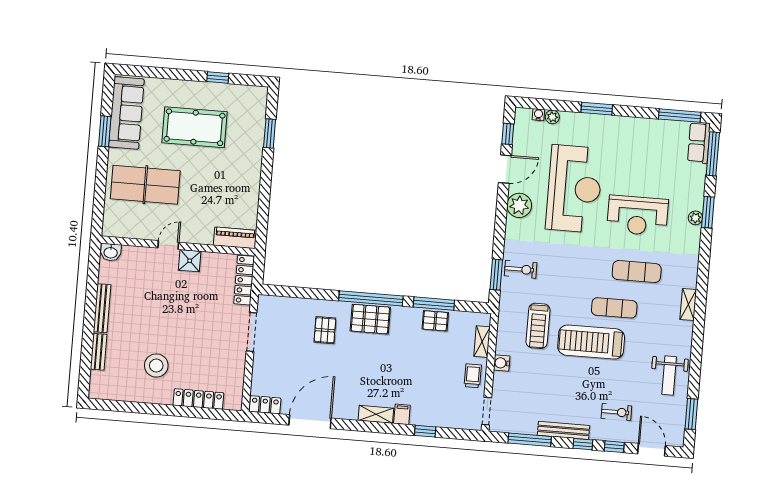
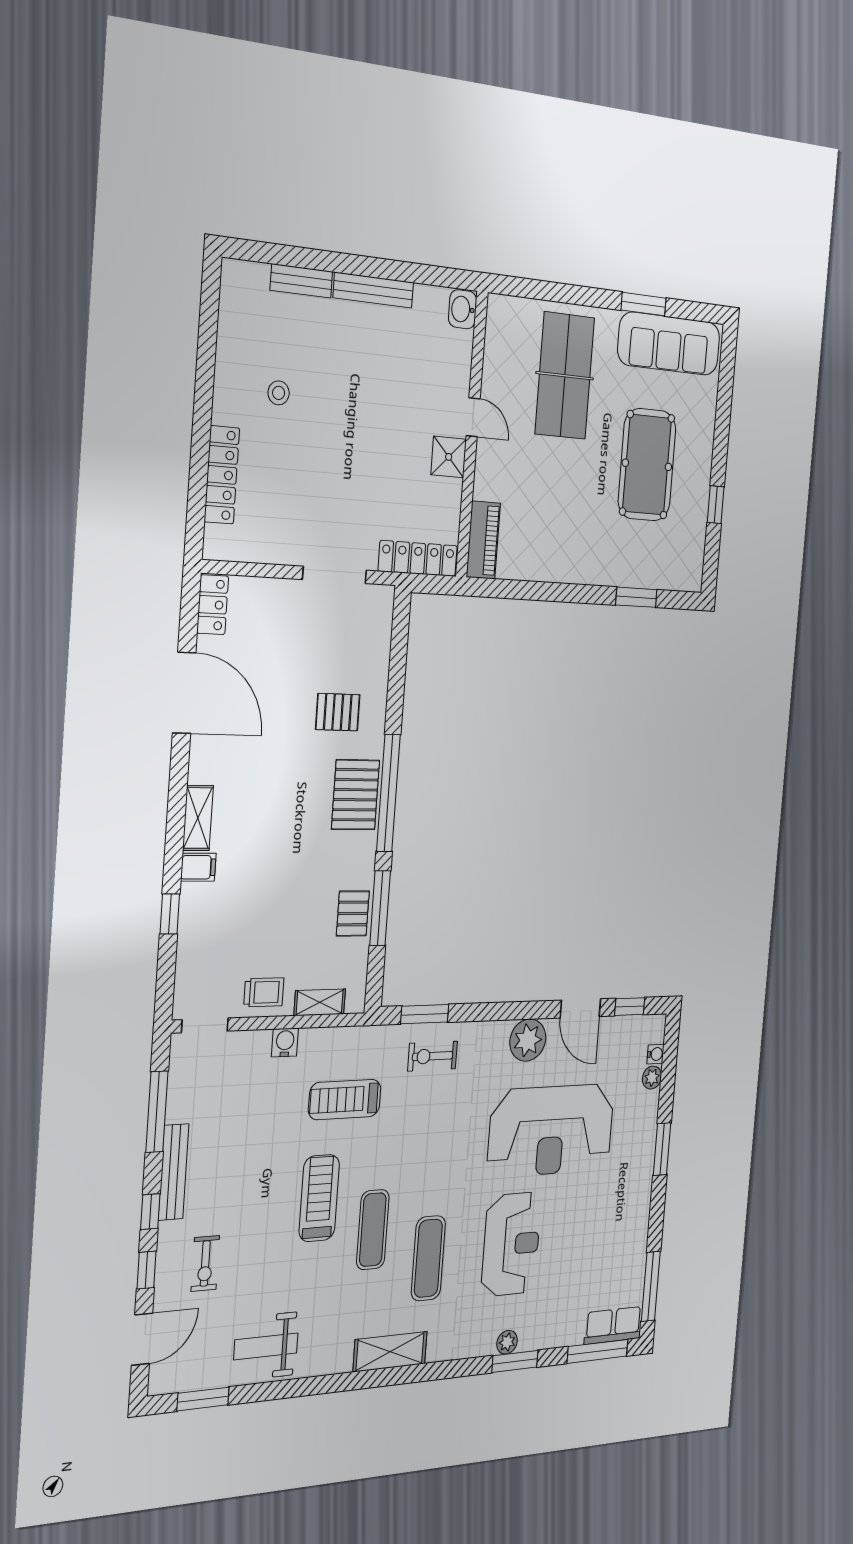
reception desk: (638, 216) -> (511, 1244), turned 180
exercise bike: (521, 269) -> (433, 1056), turned 90
shelving: (688, 305) -> (390, 1352), width x1.50, depth x1.33
treadmill: (591, 342) -> (319, 1198), width x0.73, depth x0.73
stool: (156, 366) -> (279, 393), width x0.53, depth x0.53

